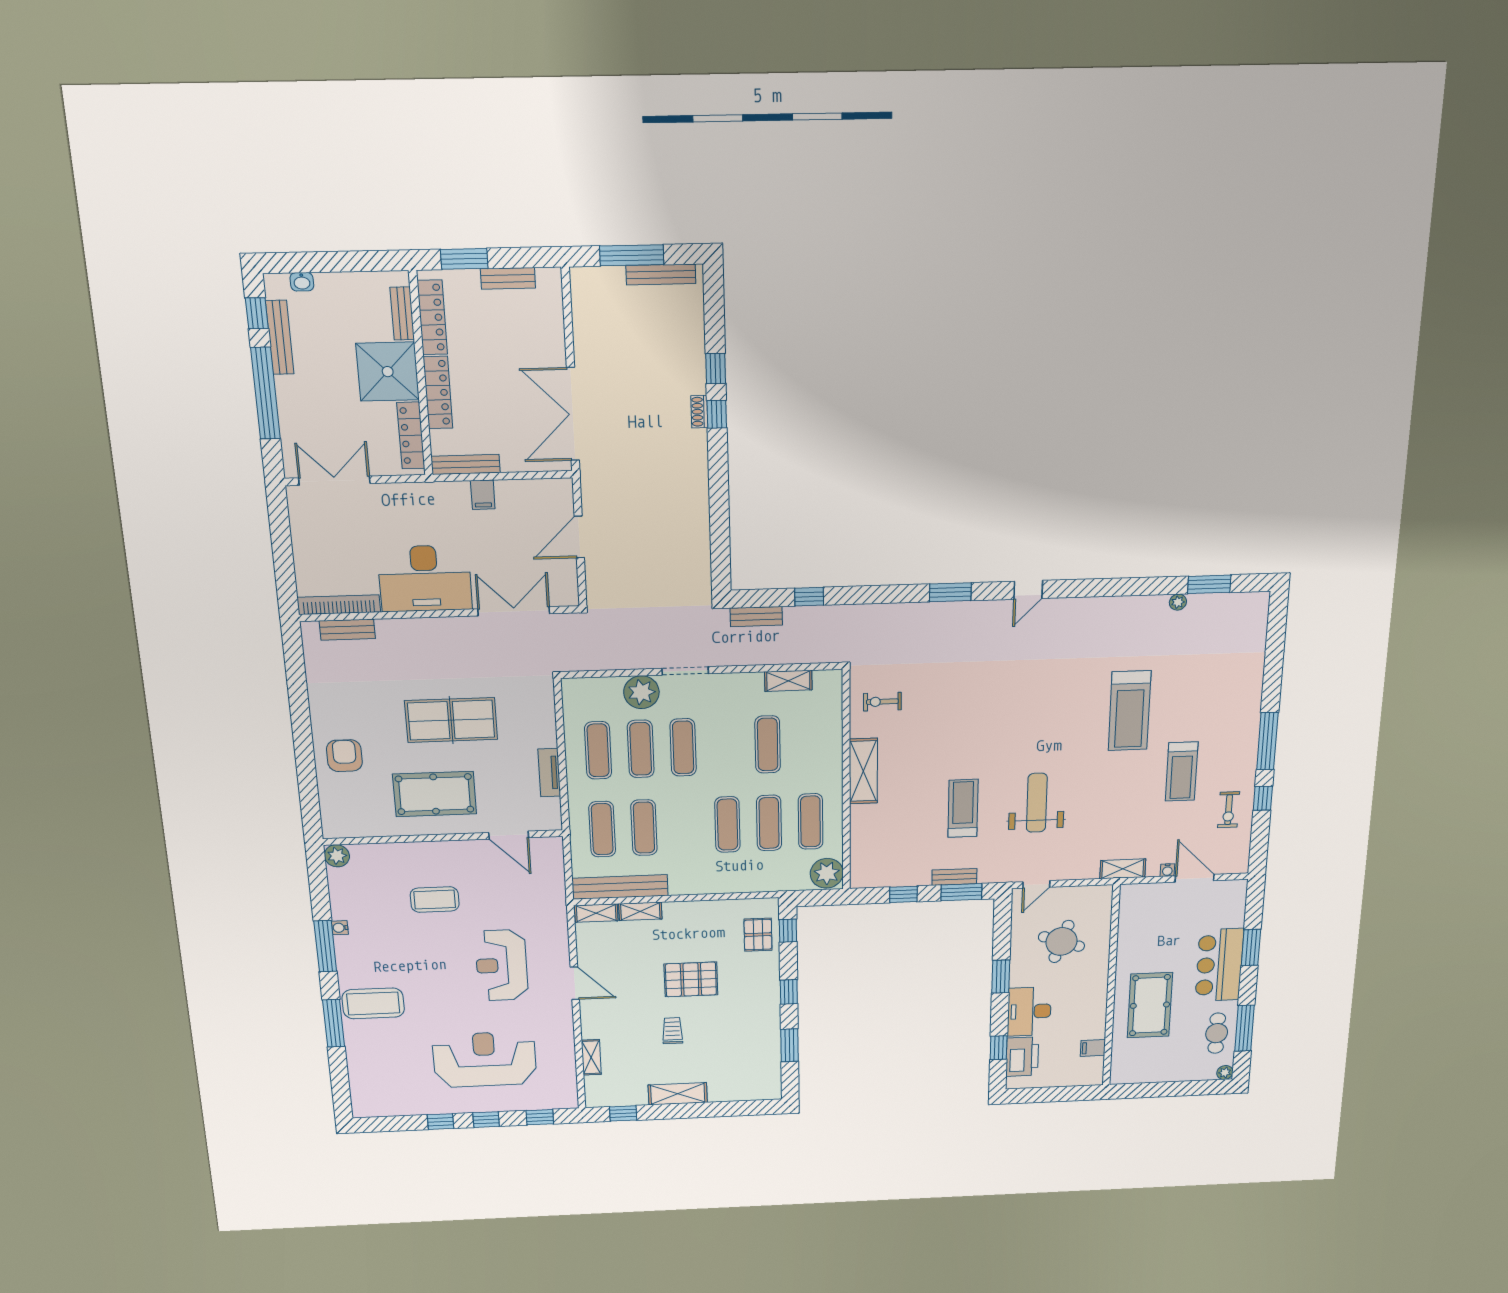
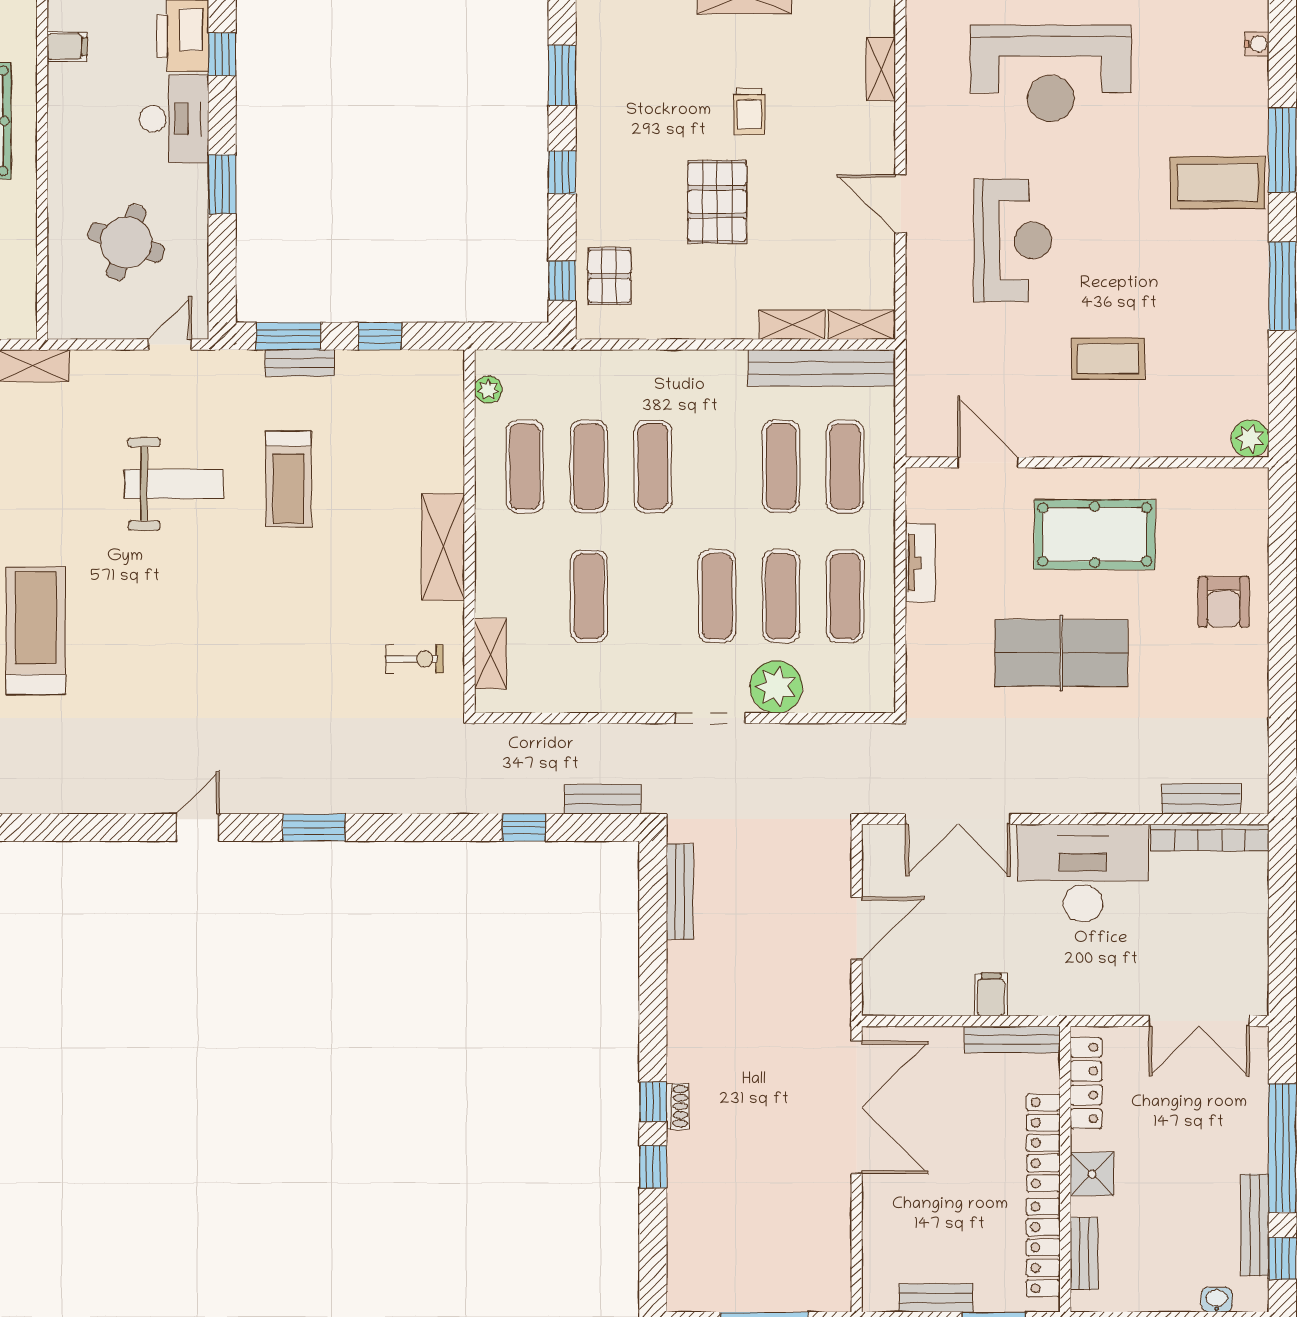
bench: (661, 275) -> (680, 892), moved, turned 90
shower: (388, 372) -> (1092, 1174), width x0.54, depth x0.54
shelving: (788, 681) -> (490, 654), moved, turned 90
weight bench: (1037, 803) -> (174, 484), turned -90
plant: (827, 873) -> (488, 390), width x0.53, depth x0.53
water cooler: (340, 928) -> (1257, 44), moved
pallet: (691, 979) -> (717, 202), turned 90

